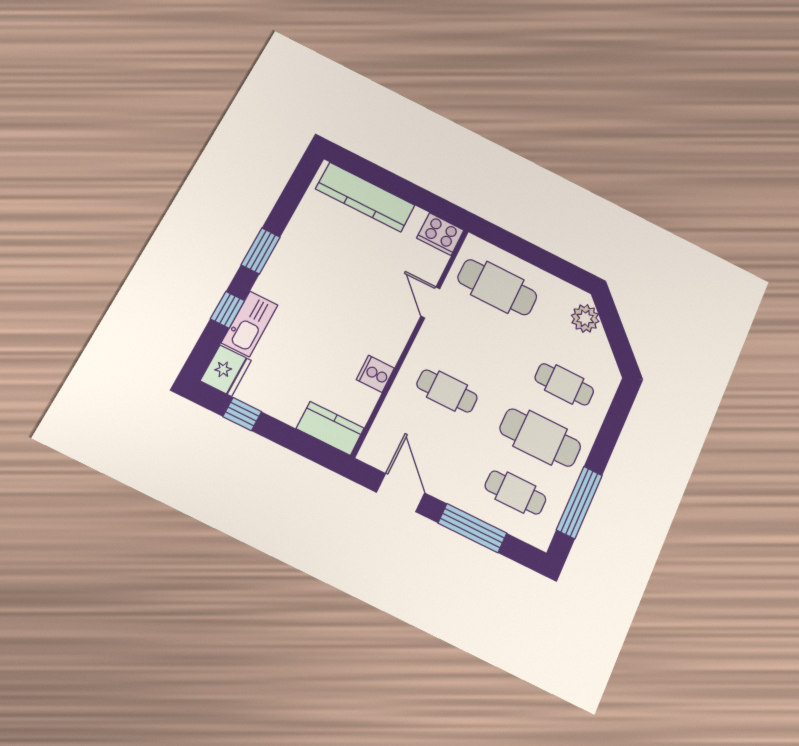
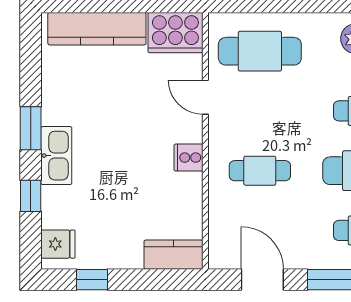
cooker: (440, 234) -> (175, 33), width x1.37, depth x1.31
kitchen sink: (250, 324) -> (56, 156), moved
fridge: (226, 371) -> (58, 244), width x0.72
cooker: (375, 374) -> (188, 158), moved

